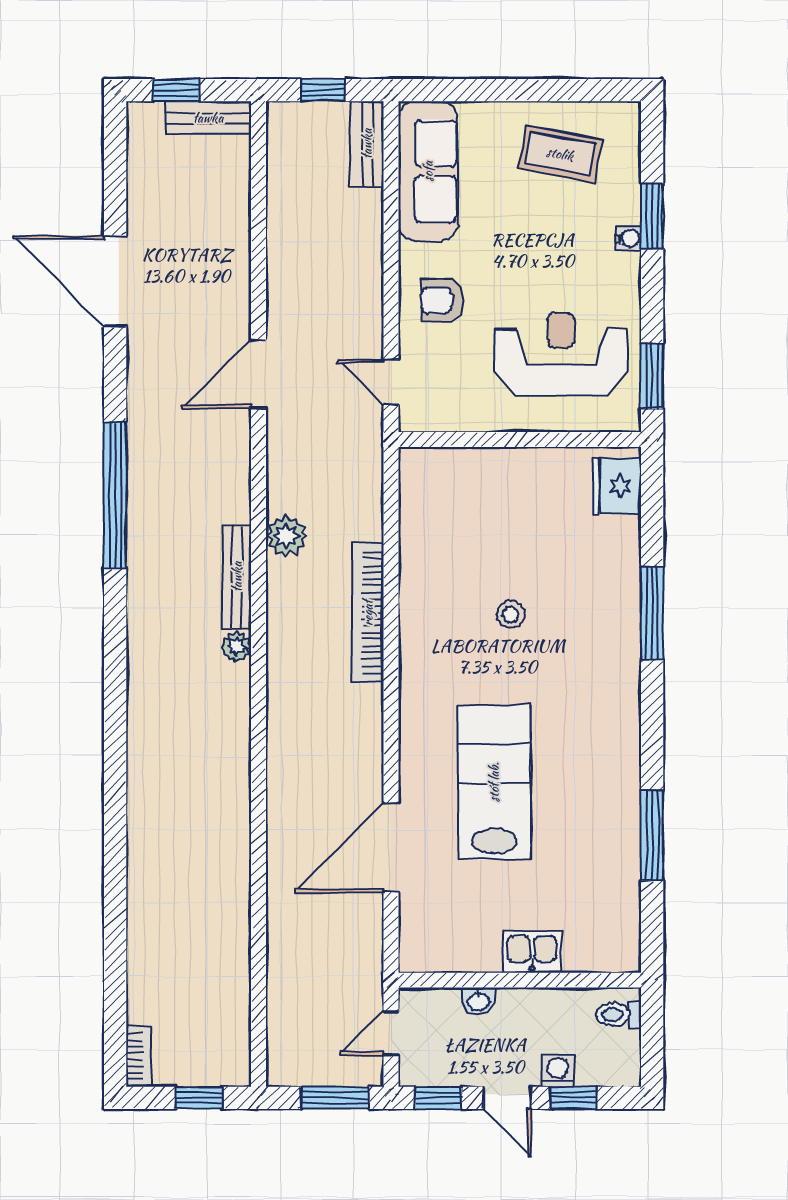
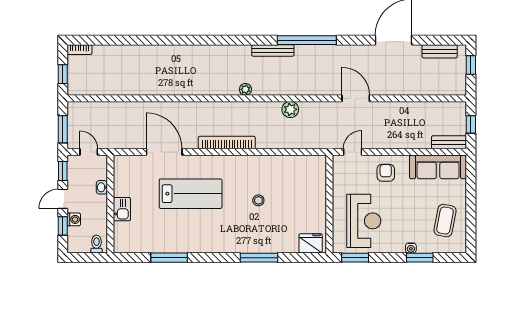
bench: (208, 118) -> (440, 51), moved, turned 90
bench: (237, 577) -> (273, 51), moved
bookcase: (368, 613) -> (227, 142), moved

